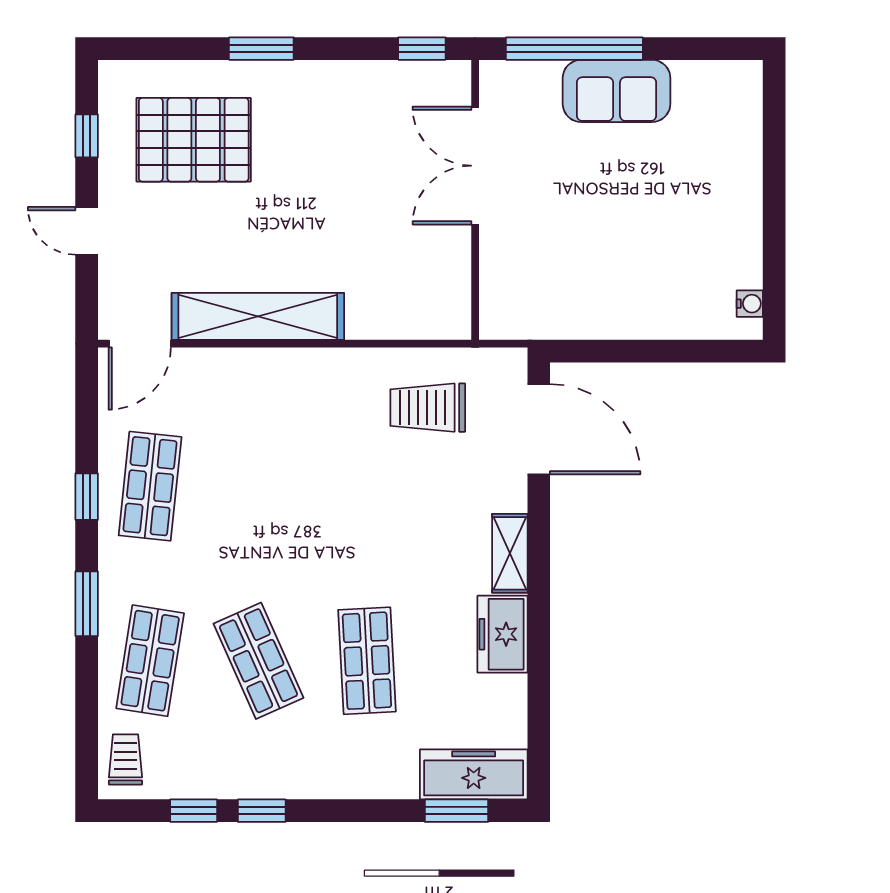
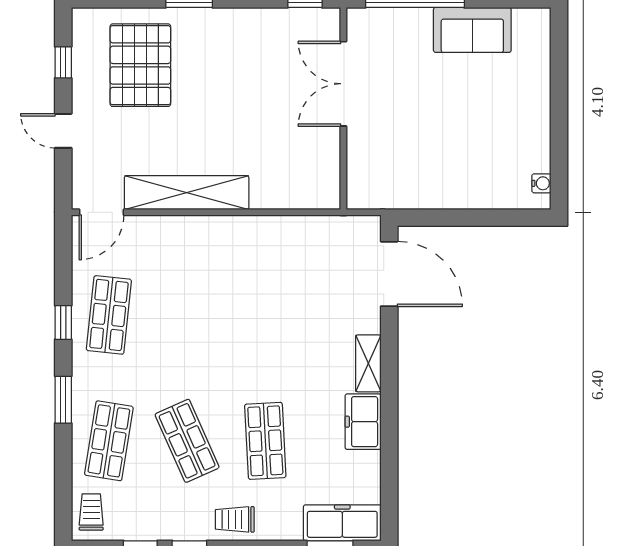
sofa: (617, 91) -> (472, 30), moved
pallet: (194, 140) -> (140, 65), turned 90
trolley: (428, 408) -> (235, 519), moved, width x0.73, depth x0.72

